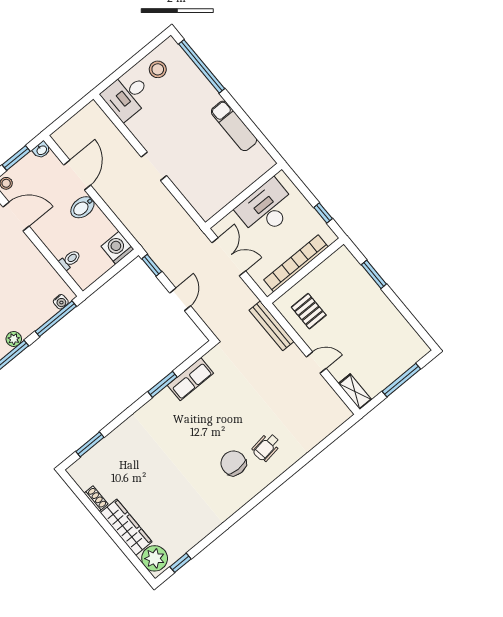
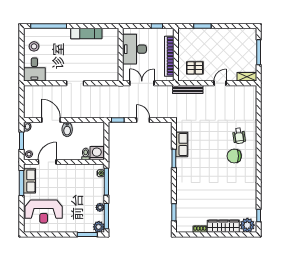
washing machine: (117, 248) -> (97, 153), moved, turned 90

